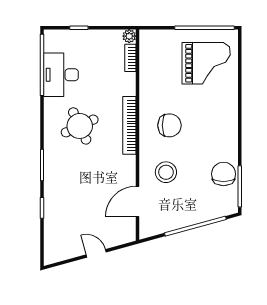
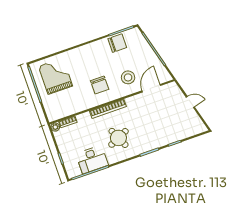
chair: (169, 125) -> (100, 85), turned 180
chair: (224, 174) -> (117, 43), turned 180
door: (138, 202) -> (151, 88), swing flipped
door: (96, 253) -> (190, 102), swing flipped

